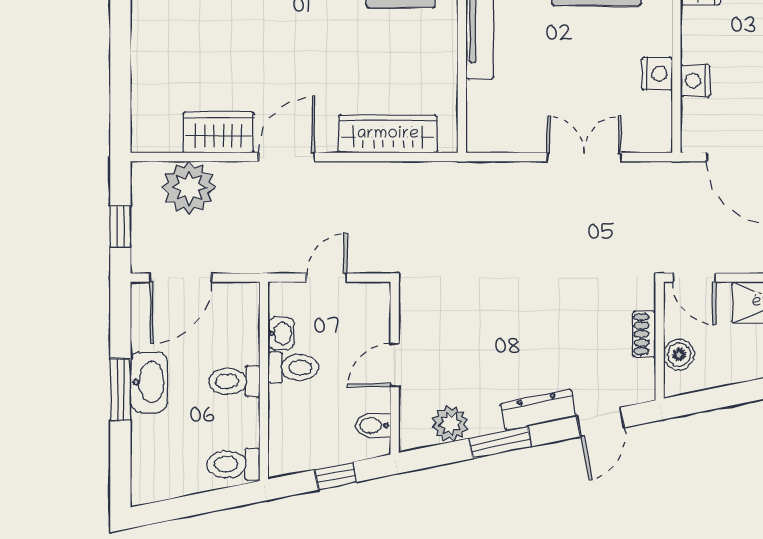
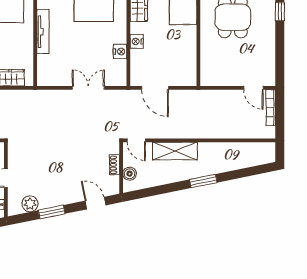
nightstand: (695, 80) -> (137, 41), moved
dresser: (538, 410) -> (68, 198), removed
door: (600, 422) -> (95, 203), swing flipped

